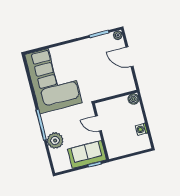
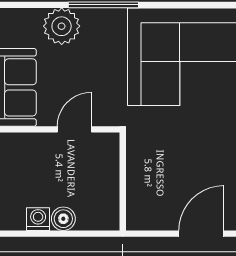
boiler: (133, 99) -> (63, 219), moved

